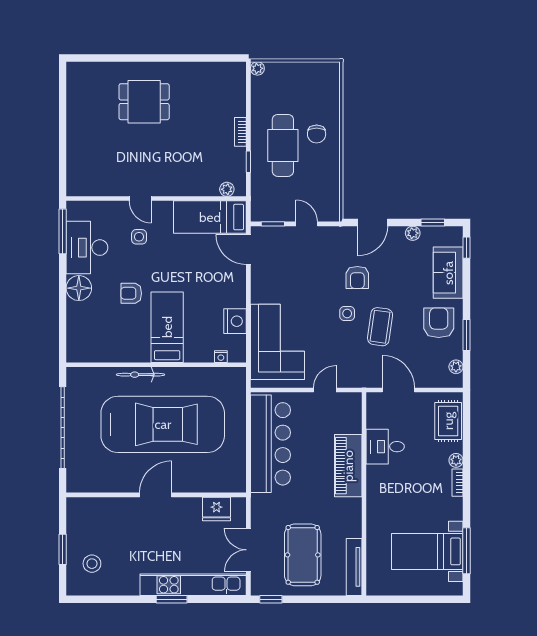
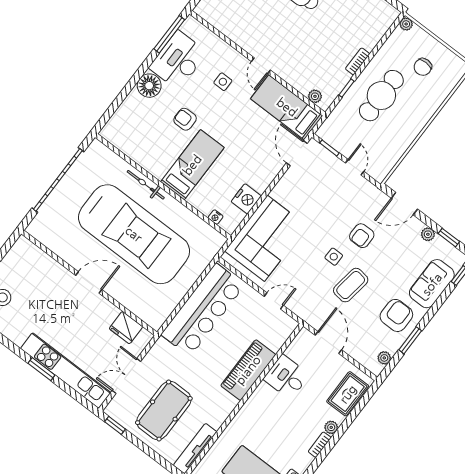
chair: (317, 134) -> (423, 67), moved
door: (140, 199) -> (261, 66), moved

